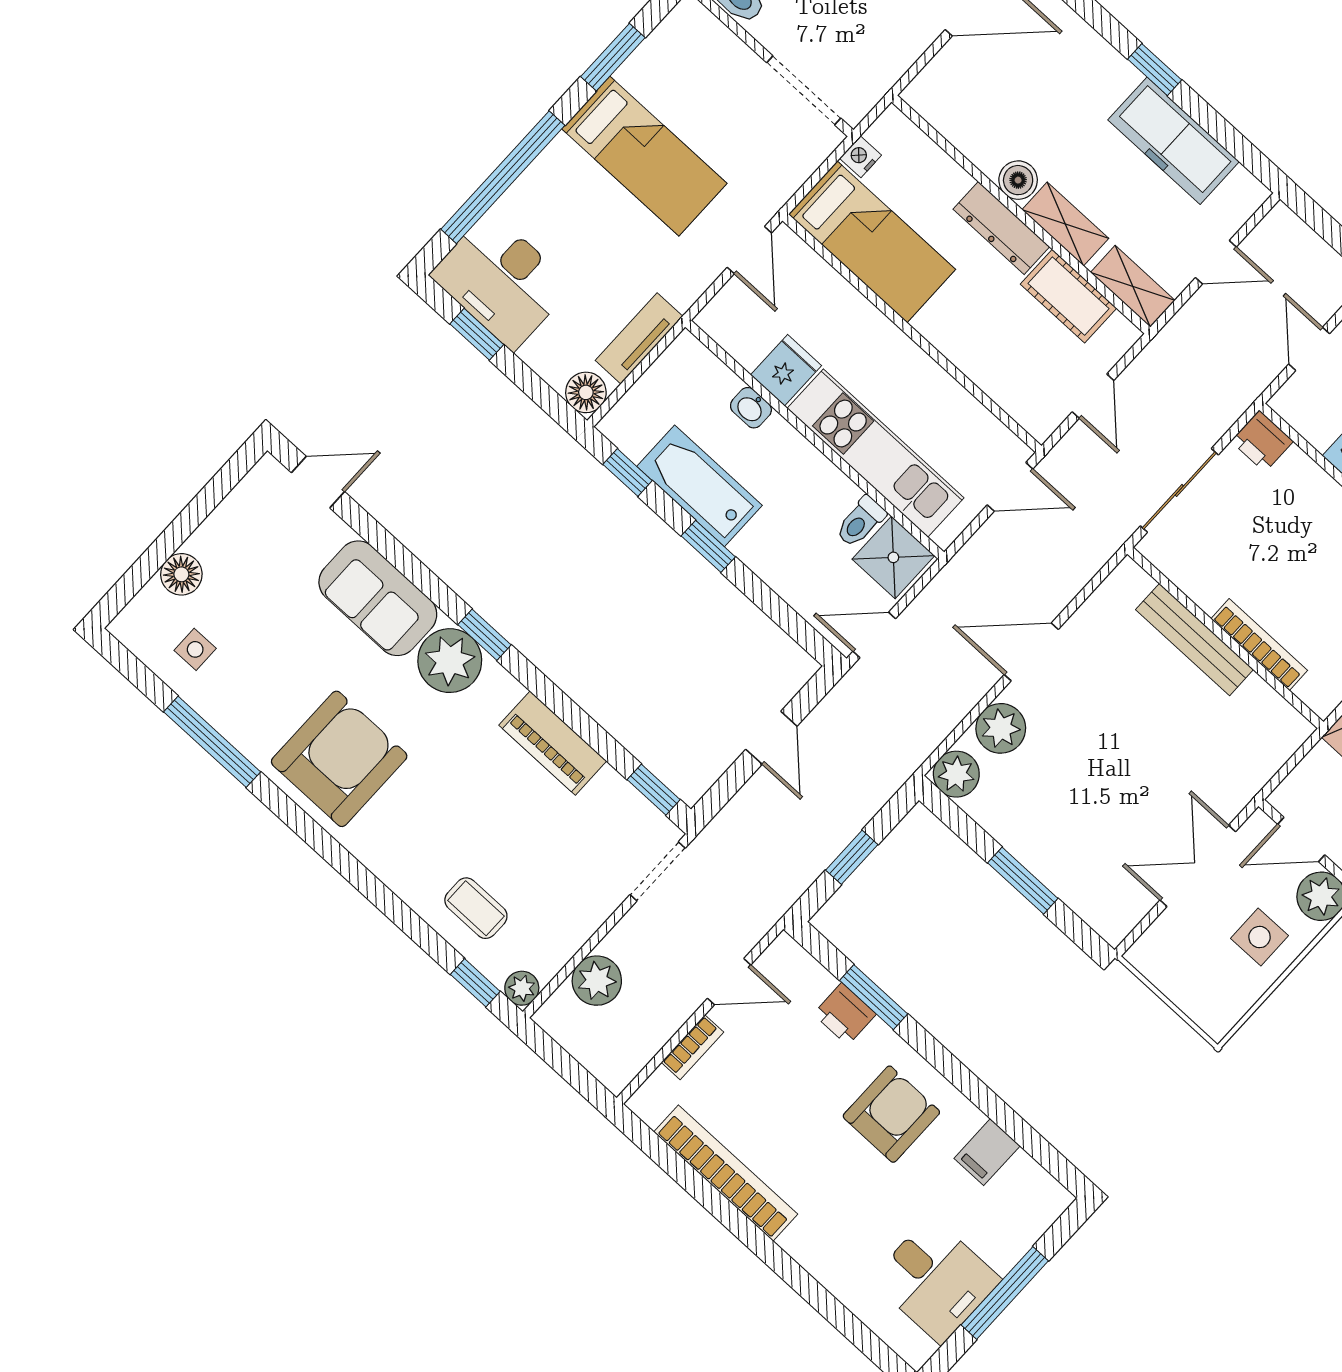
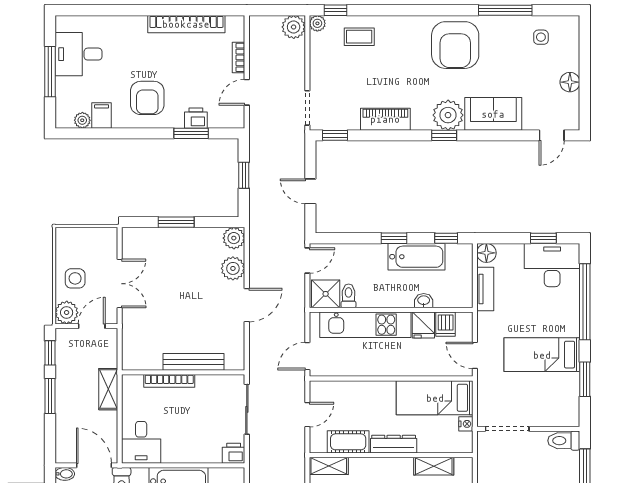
boiler: (1018, 180) -> (403, 466), removed
shelving: (1065, 224) -> (434, 466), moved
dishwasher: (751, 340) -> (446, 324), added
door: (1093, 396) -> (307, 415), swing flipped
floor lamp: (181, 574) -> (570, 82), moved
plant: (597, 981) -> (294, 27), moved
plant: (1024, 1172) -> (82, 120), added

